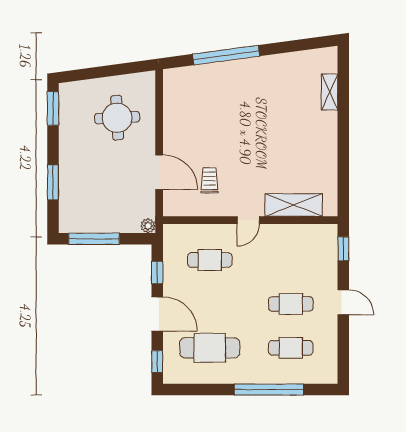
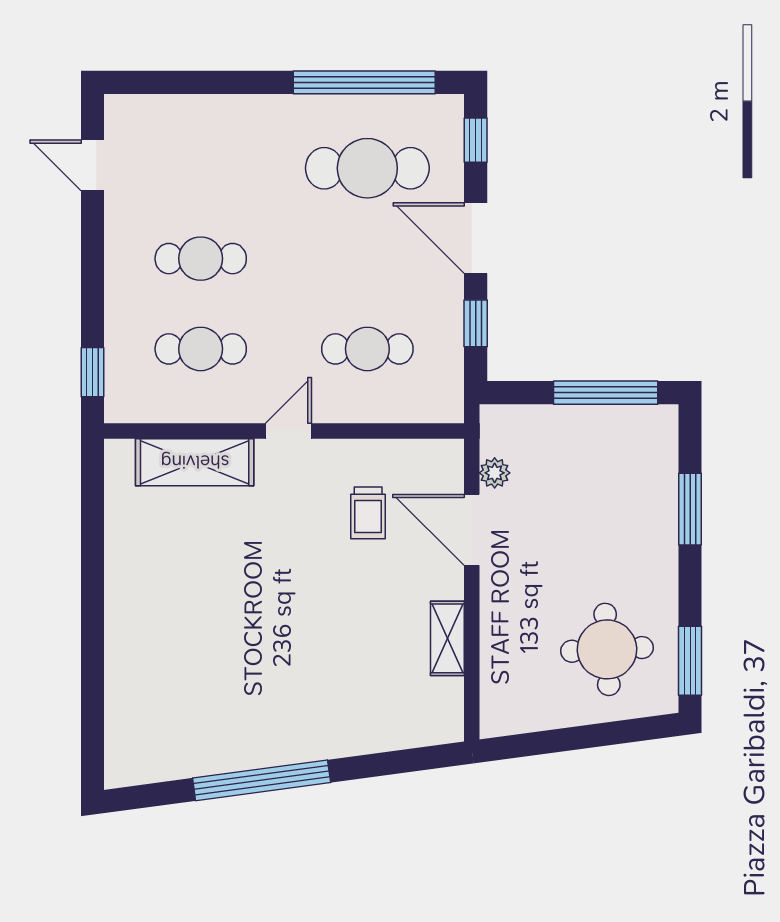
window: (226, 55) -> (262, 780), moved
shelving: (330, 92) -> (447, 638), moved
round table: (117, 118) -> (607, 649), moved
plant: (148, 226) -> (495, 473), moved
door: (343, 302) -> (92, 165), moved
cafe table: (291, 348) -> (201, 349), moved
window: (269, 390) -> (364, 82), moved

